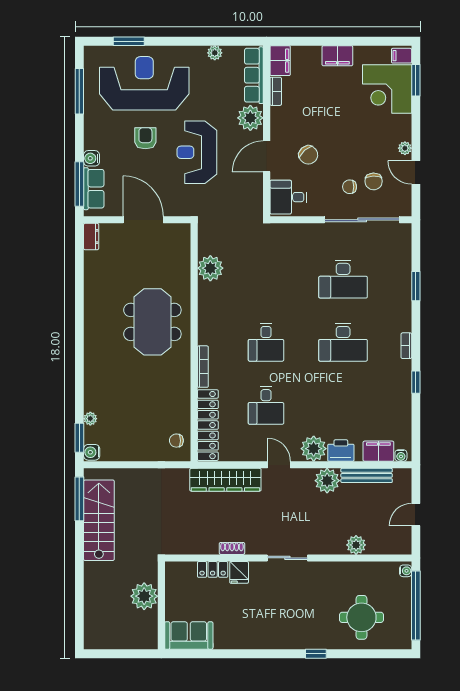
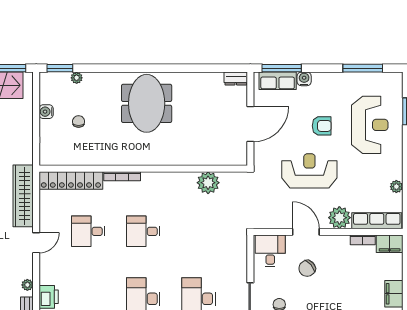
reception desk: (144, 83) -> (370, 125), width x0.74, depth x0.77
meeting table: (152, 322) -> (147, 103), moved, turned 90
chair: (176, 441) -> (79, 122), moved
plant: (314, 449) -> (50, 273), removed
water cooler: (92, 452) -> (46, 112), moved, turned -90
plant: (327, 481) -> (27, 285), width x0.53, depth x0.53

